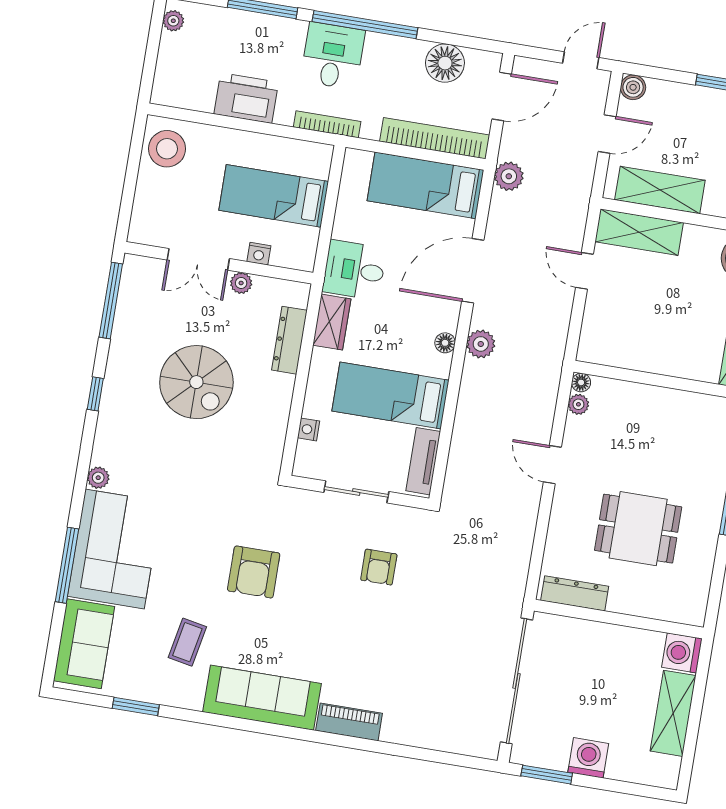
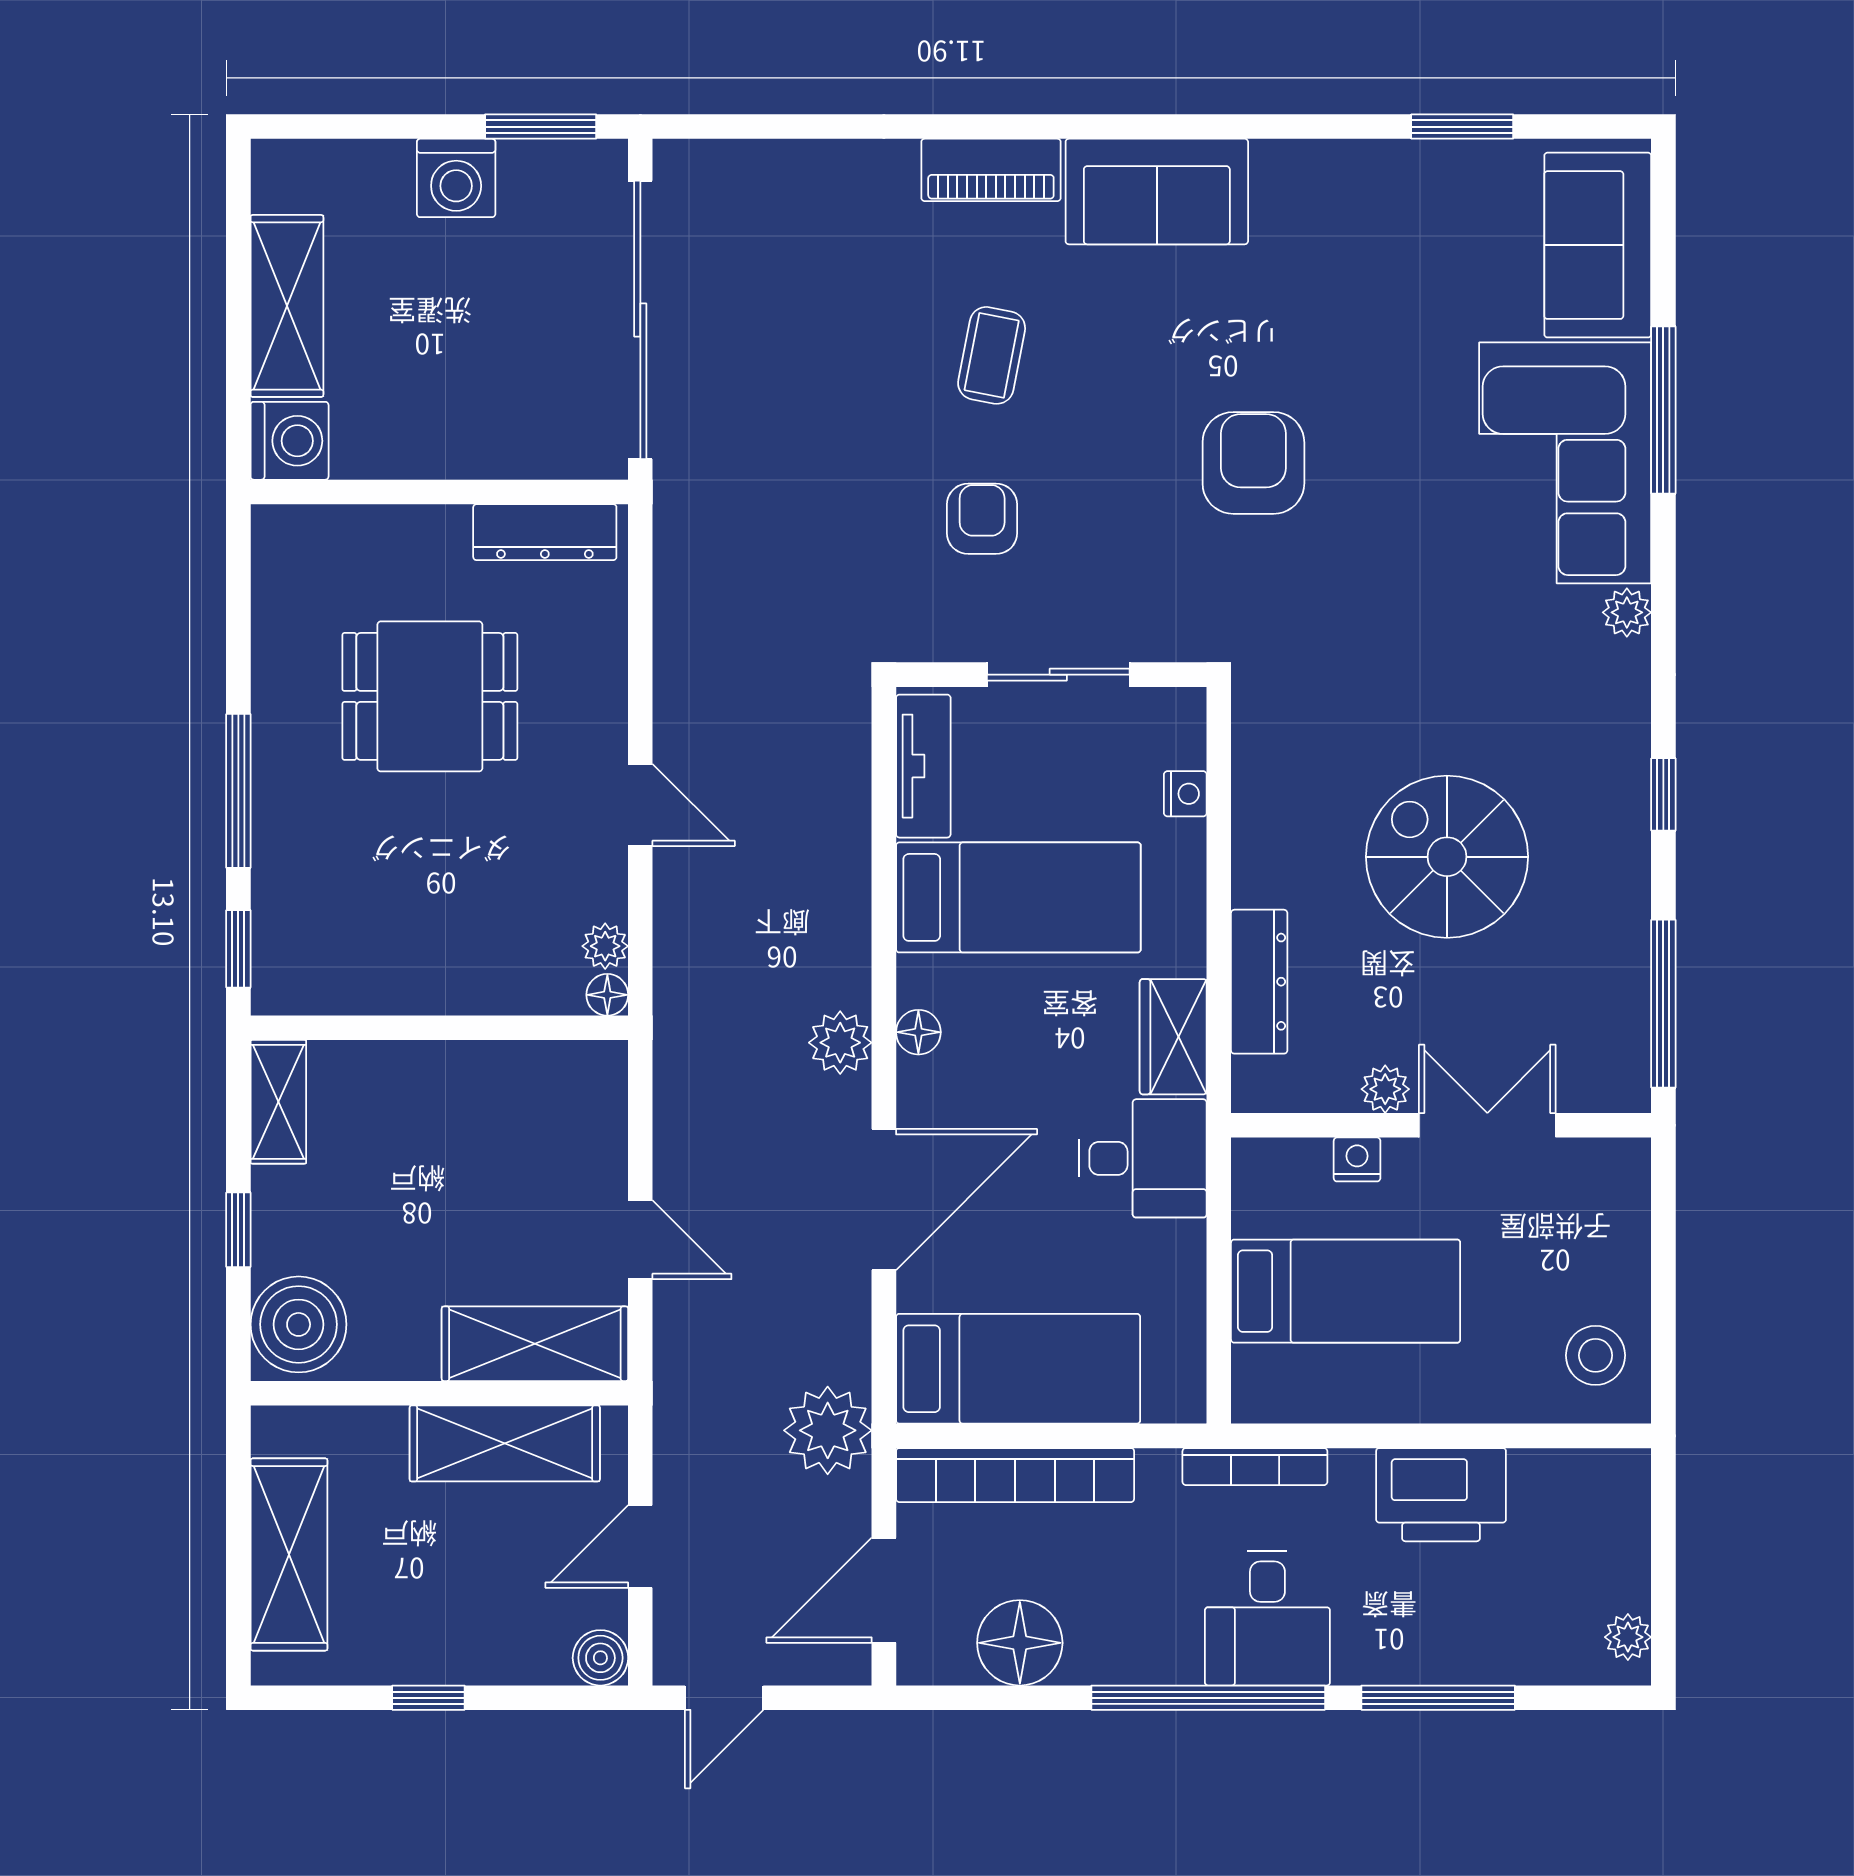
stool: (167, 149) -> (1596, 1355), width x0.73, depth x0.73
plant: (509, 176) -> (828, 1430), width x1.36, depth x1.36
coffee table: (187, 642) -> (992, 355), moved
sofa: (262, 698) -> (1157, 192), width x0.73

